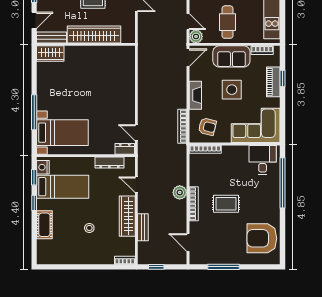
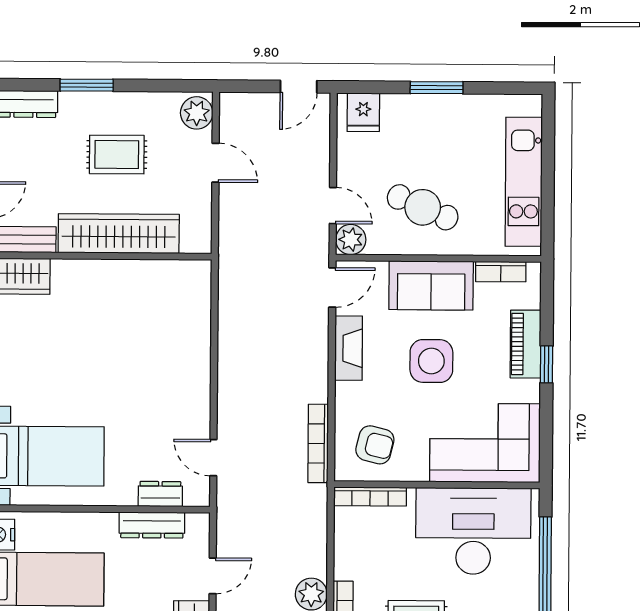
cafe table: (228, 22) -> (423, 207), turned -67
window: (282, 79) -> (547, 364), moved
fireplace: (195, 95) -> (349, 348), moved
dresser: (125, 149) -> (160, 494), moved
desk: (263, 160) -> (473, 531), width x1.87, depth x1.30
door: (136, 185) -> (213, 576), swing flipped

